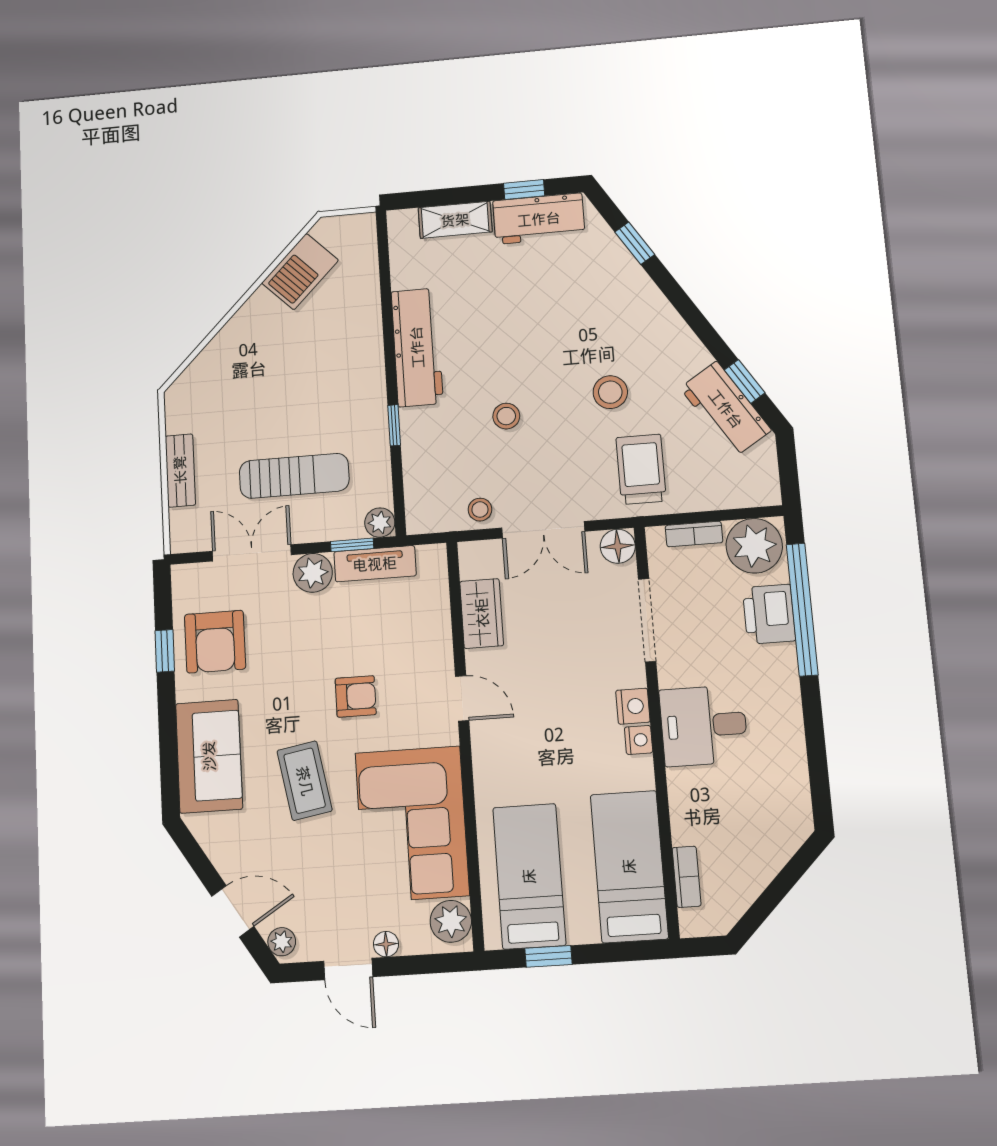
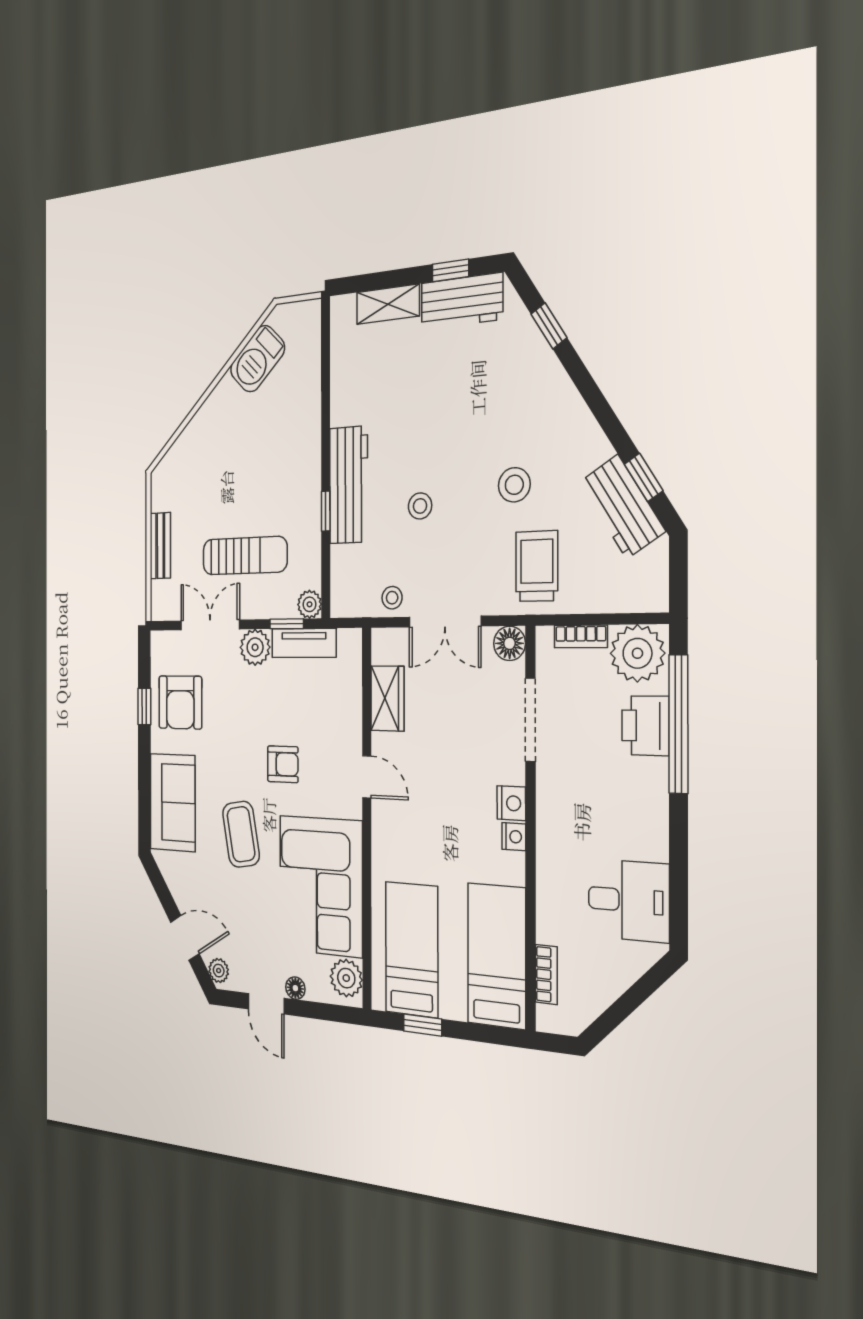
workbench: (417, 347) -> (349, 485), moved
desk: (704, 726) -> (628, 900), moved, turned 180

